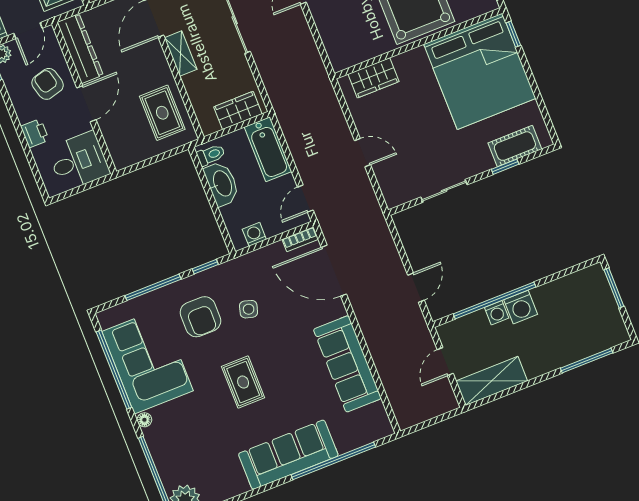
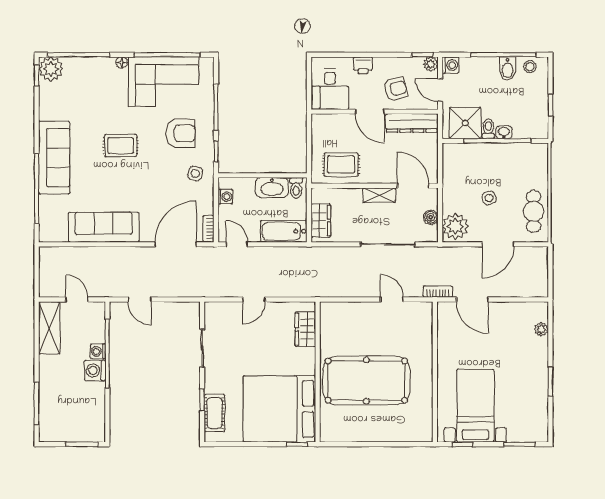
side table: (249, 309) -> (195, 173), moved
armchair: (200, 317) -> (181, 133), turned 180

